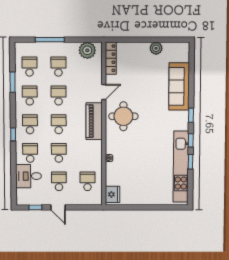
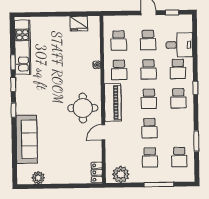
plant: (156, 48) -> (38, 178), moved
locker: (111, 58) -> (97, 172), width x0.66
school desk: (30, 96) -> (119, 70), moved
kitchen unit: (181, 167) -> (23, 47), width x0.73
fridge: (113, 194) -> (79, 24), moved, turned -90

